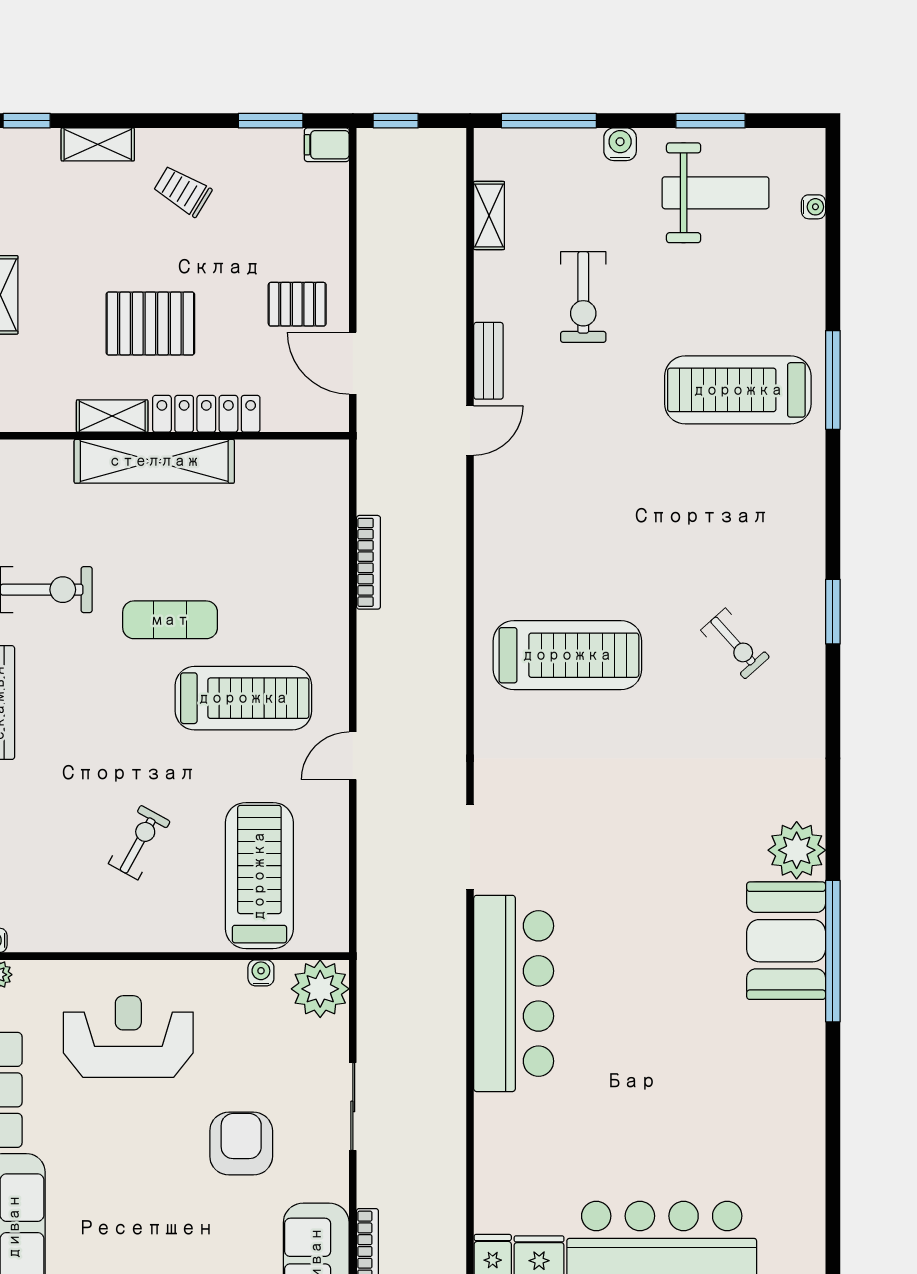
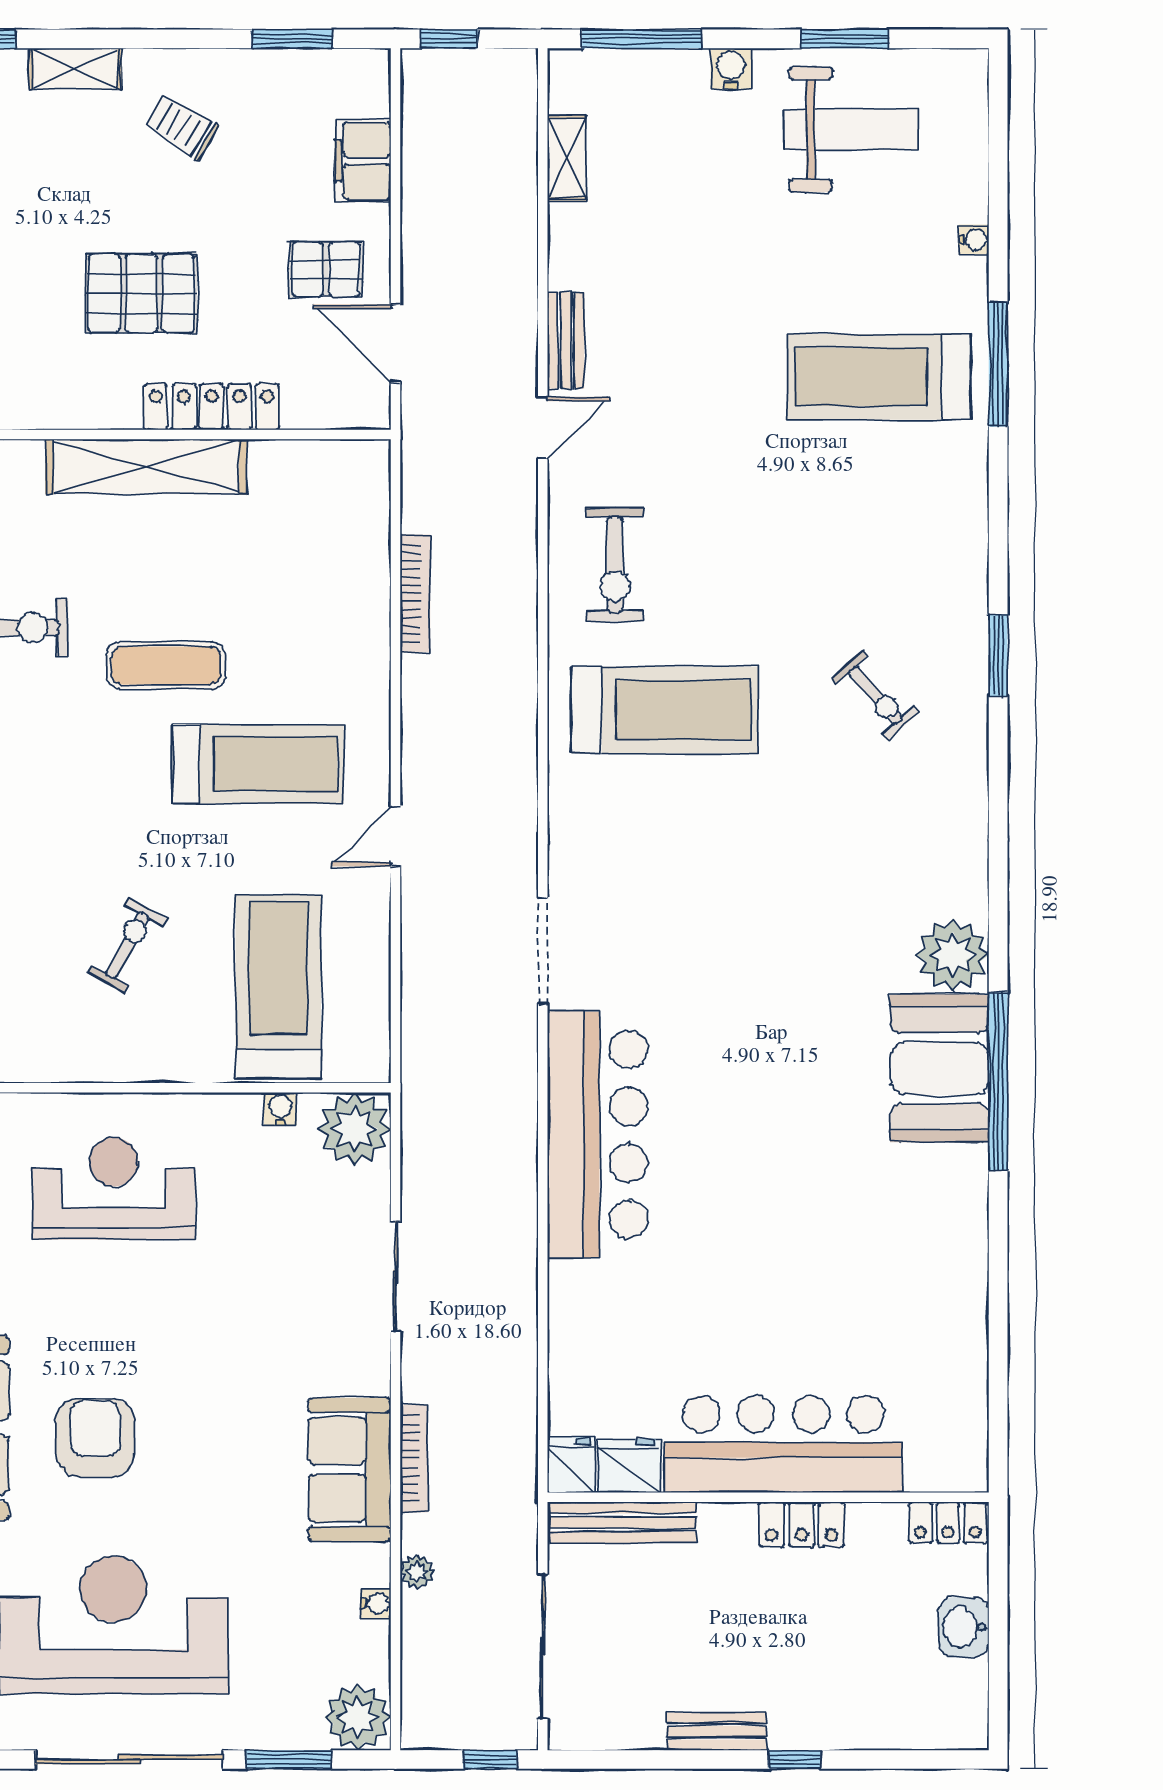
filing cabinet: (327, 145) -> (363, 161), moved, width x2.00
water cooler: (813, 207) -> (974, 240), moved
exercise bike: (583, 297) -> (615, 565), moved
shelving: (112, 416) -> (93, 410), removed
armchair: (241, 1144) -> (95, 1438), moved

